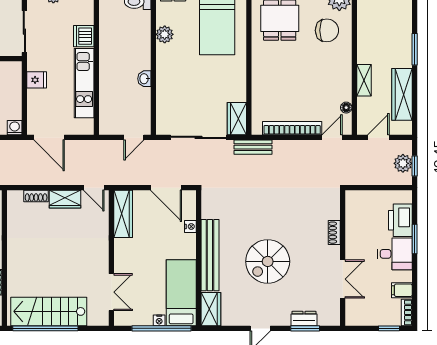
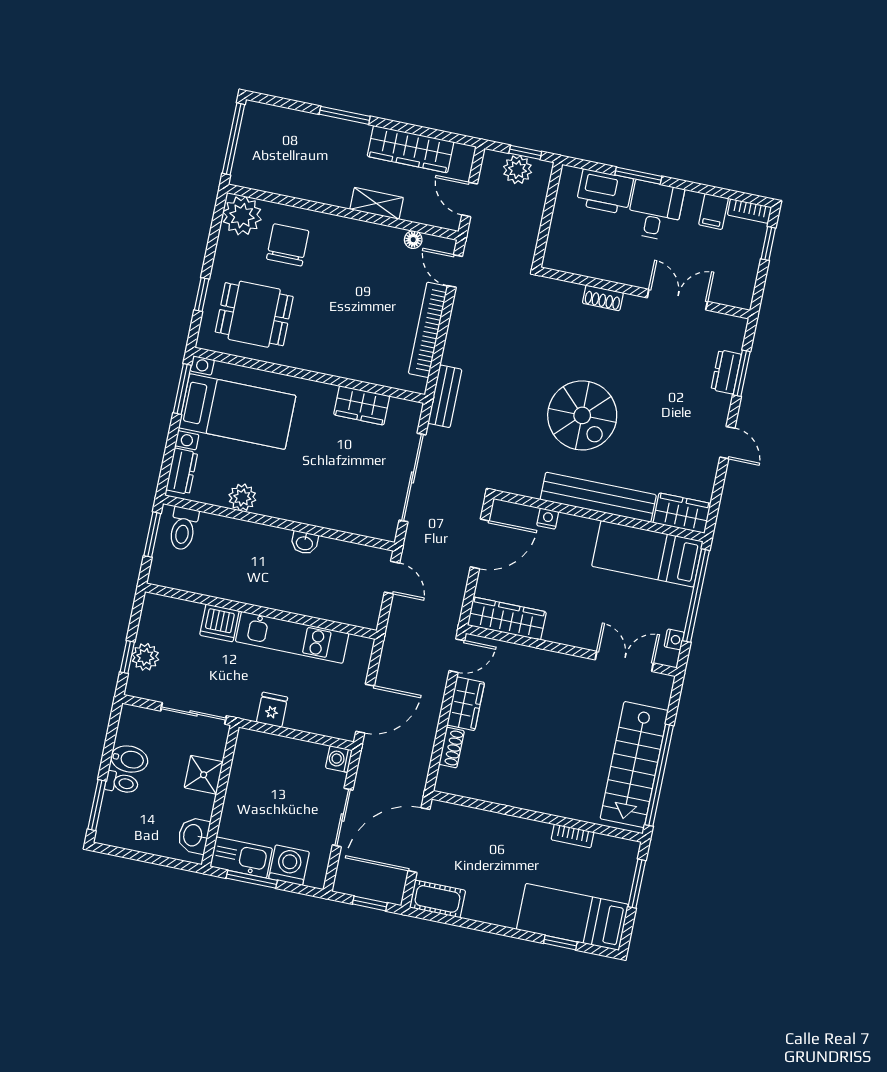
wardrobe: (237, 119) -> (362, 405), moved
spiral stairs: (268, 261) -> (582, 415), moved
nightstand: (159, 320) -> (674, 639), moved

